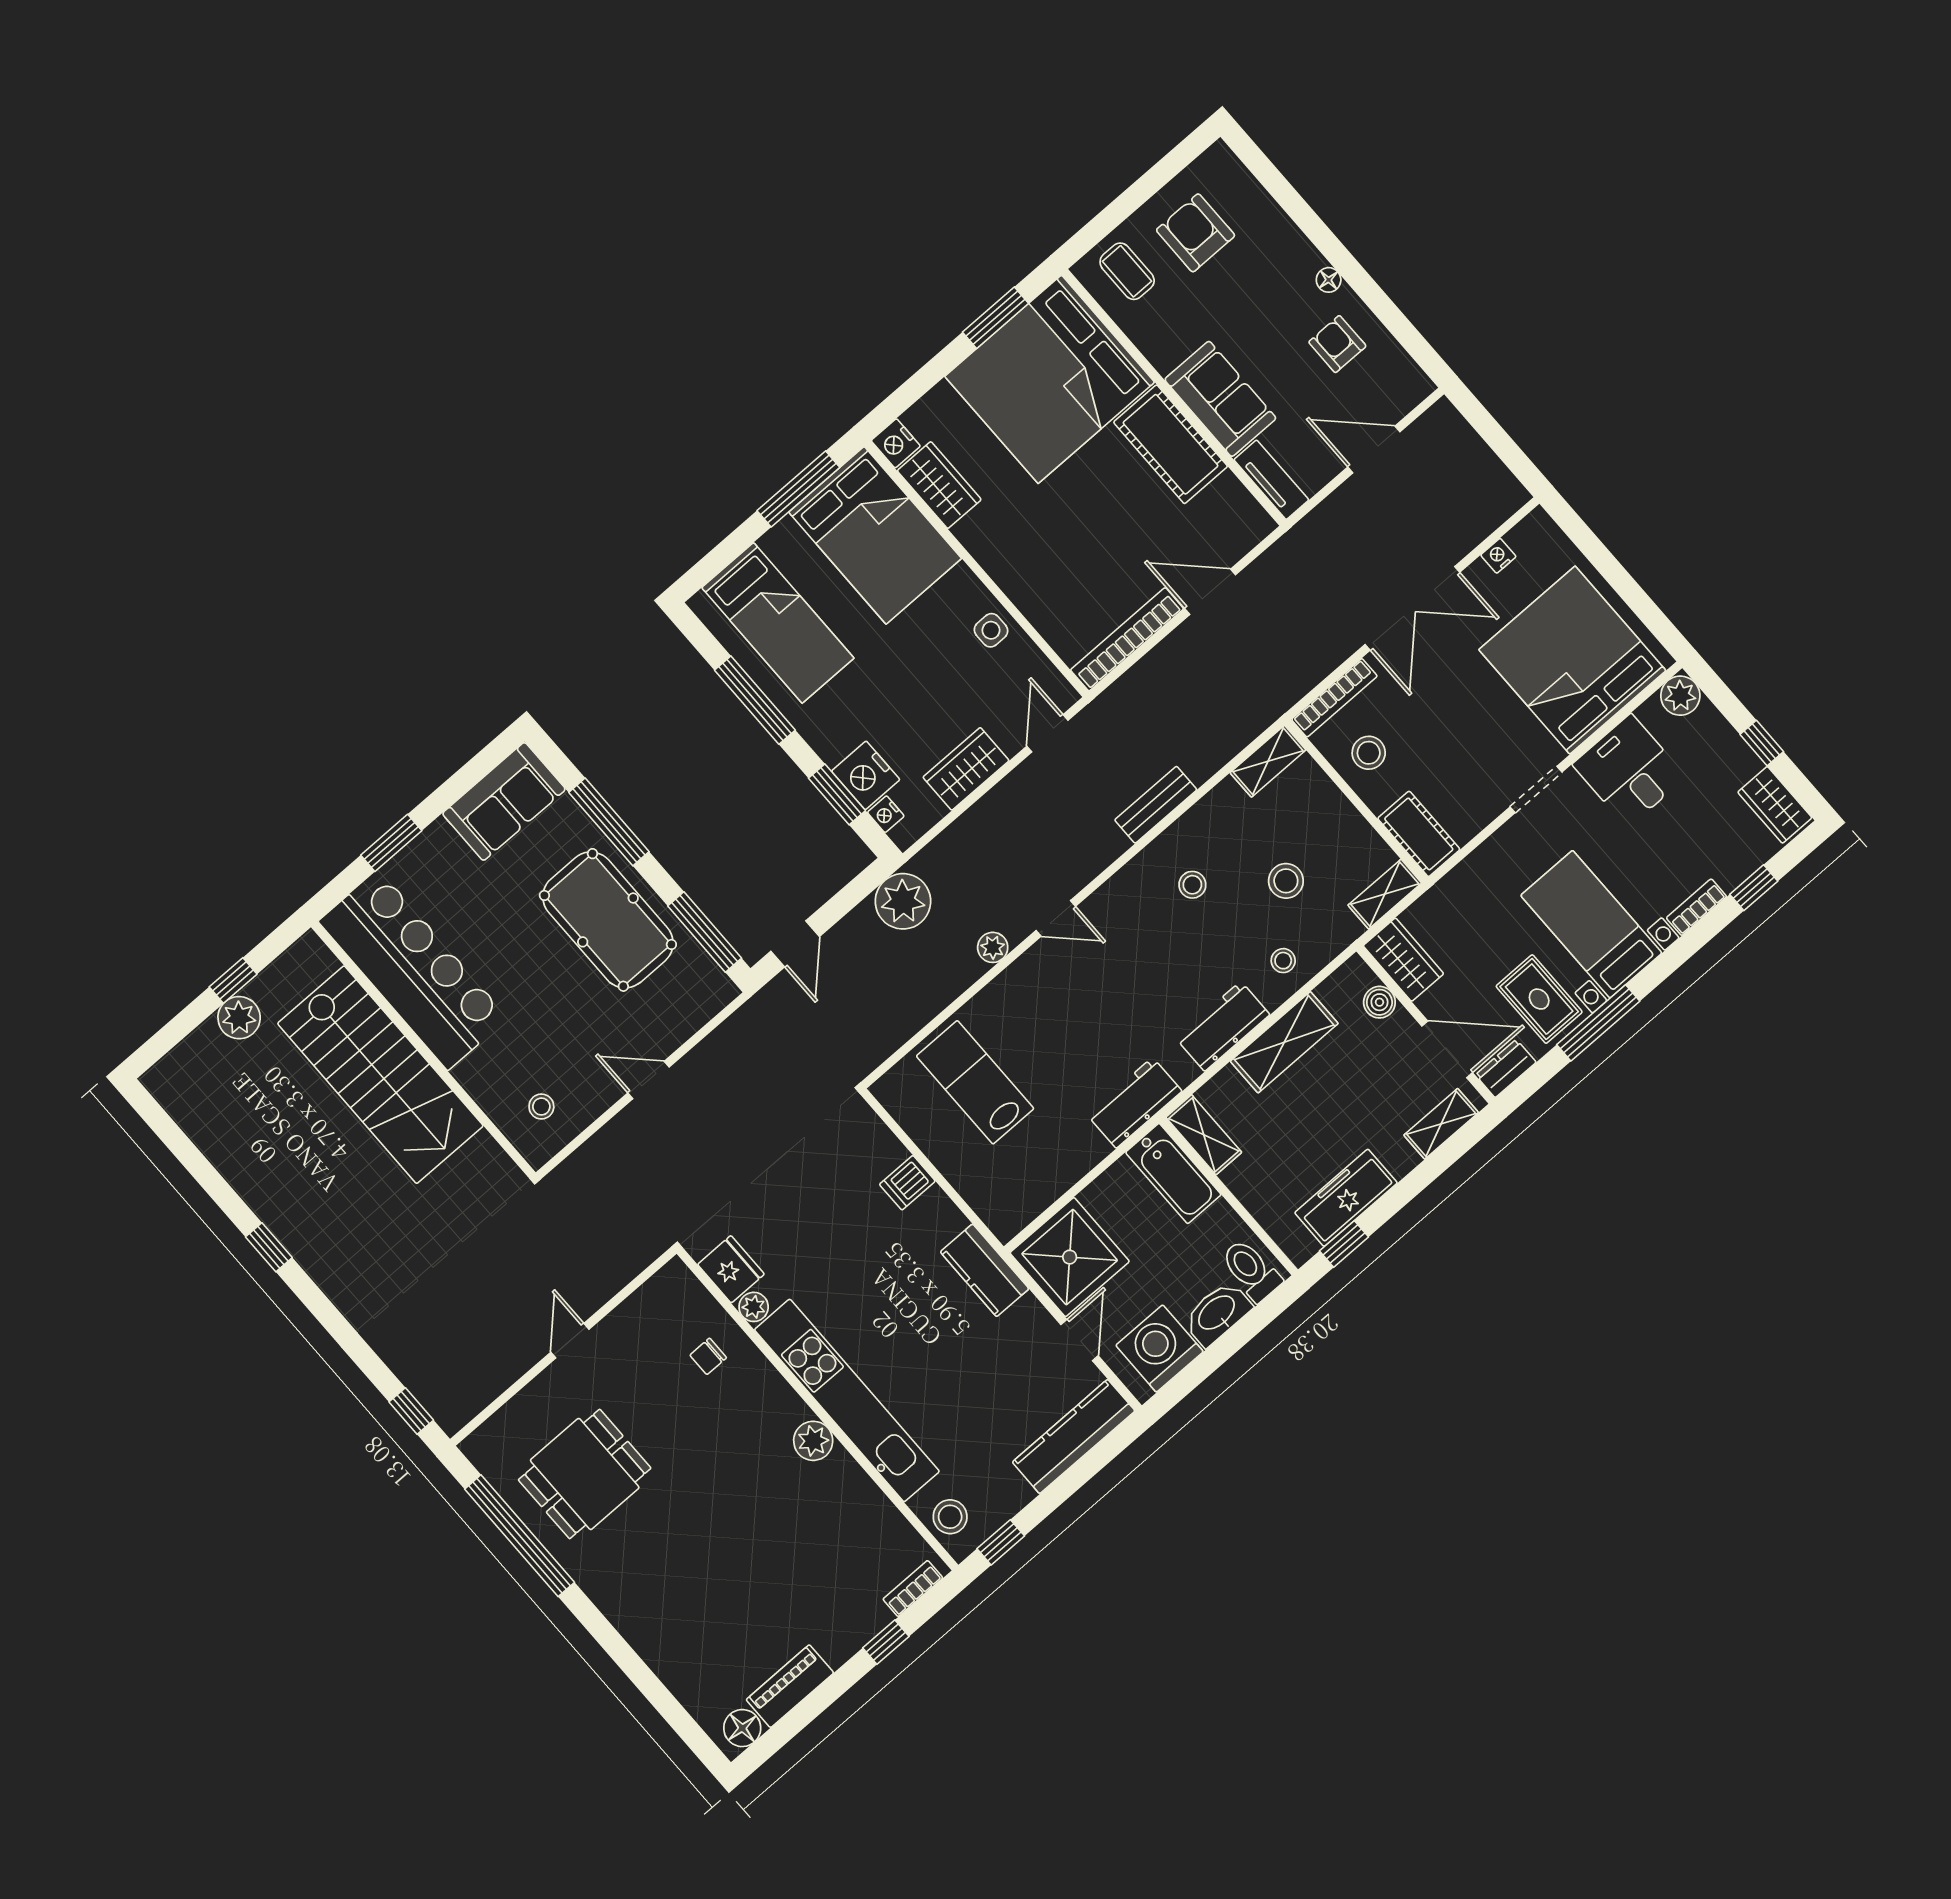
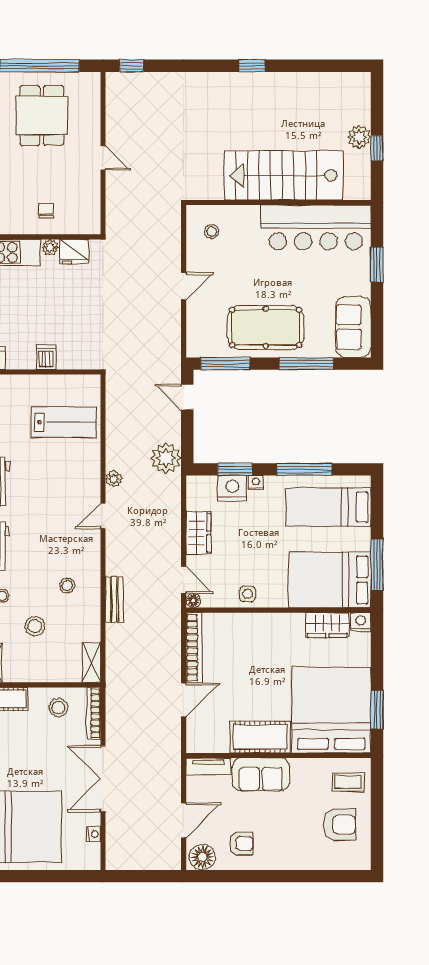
floor lamp: (1329, 280) -> (202, 857), moved, width x1.89, depth x1.89
floor lamp: (1064, 696) -> (193, 601), added
nightstand: (886, 814) -> (256, 483), moved

